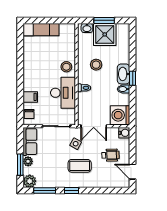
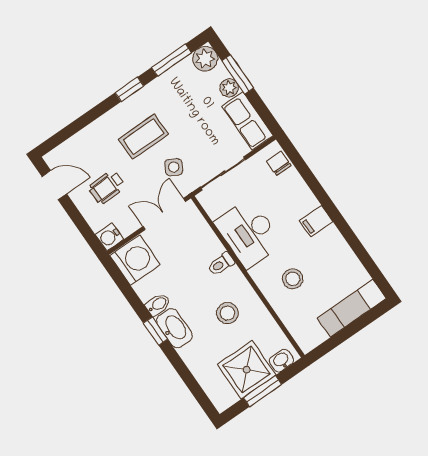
stool: (66, 67) -> (293, 279), moved
filing cabinet: (30, 97) -> (316, 221), moved

